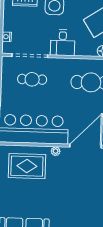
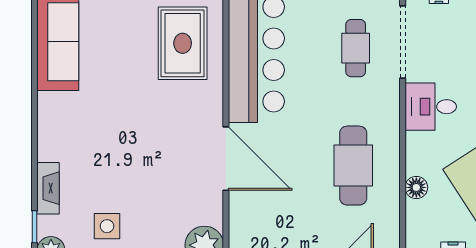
plant: (56, 151) -> (214, 99), removed

